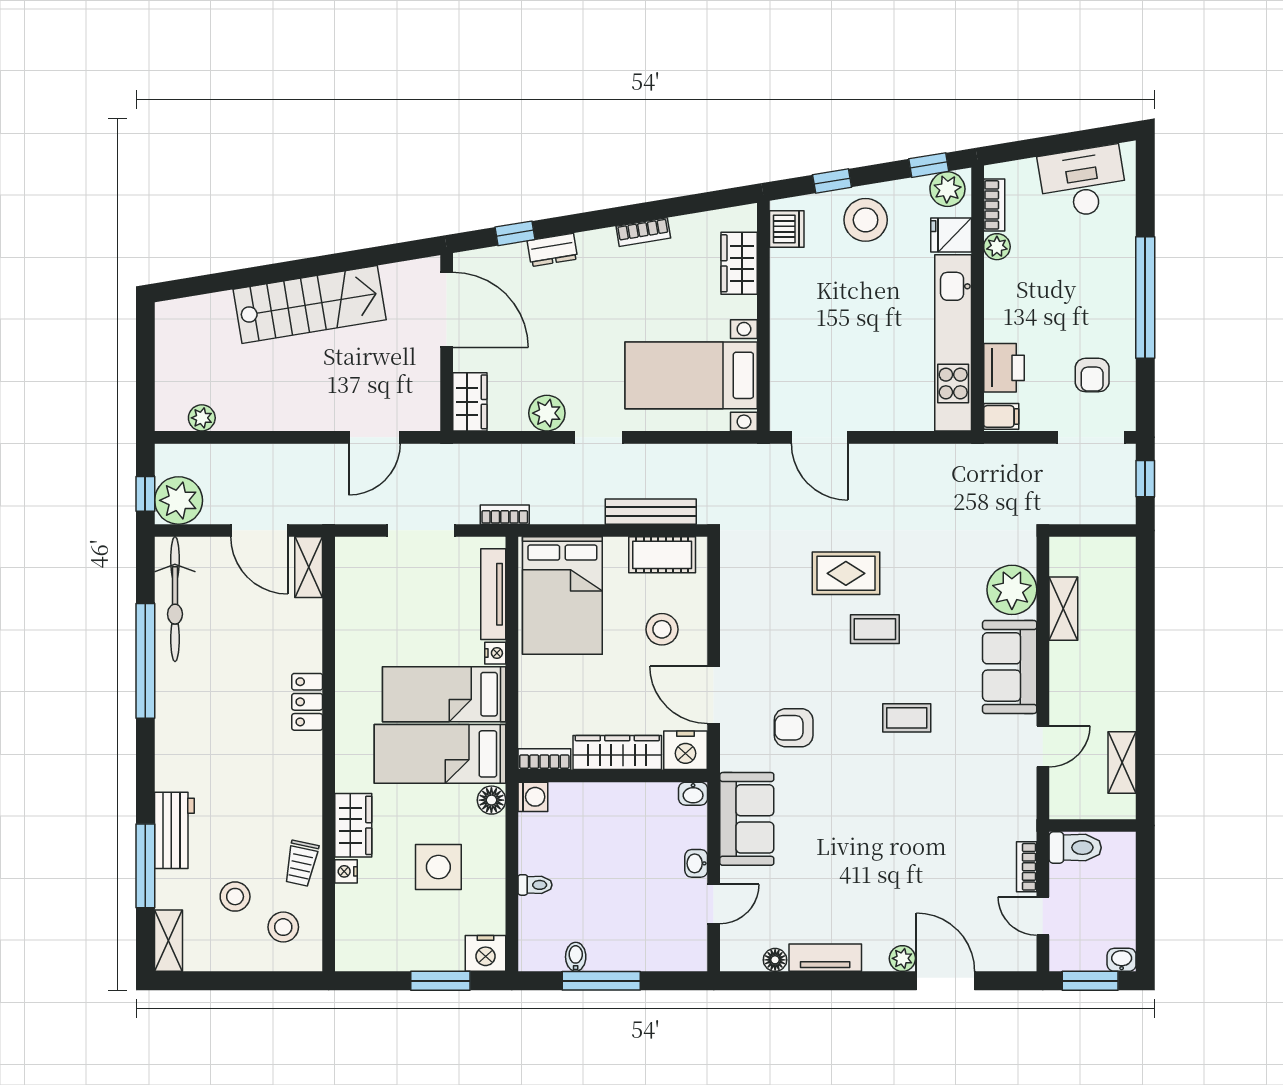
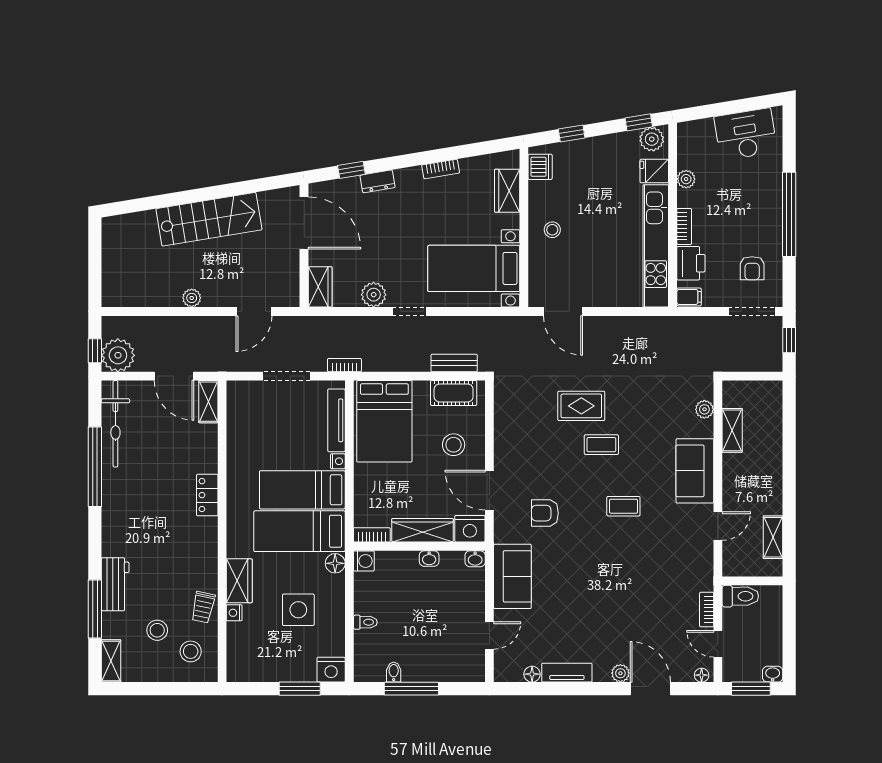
bookcase: (994, 205) -> (684, 226), moved
stool: (866, 220) -> (552, 230), moved, width x0.53, depth x0.53
plant: (202, 418) -> (192, 298), moved
bench: (651, 512) -> (454, 363), width x0.73
plant: (1012, 590) -> (704, 409), width x0.53, depth x0.53
washbasin: (696, 863) -> (429, 559), moved, turned -90
floor lamp: (1019, 961) -> (702, 675), added

